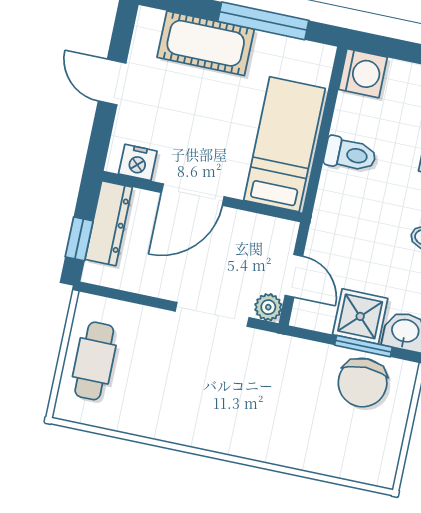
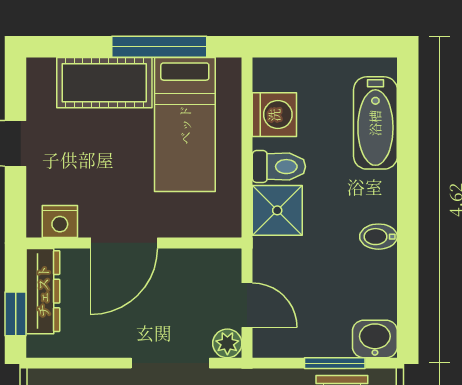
washing machine: (363, 73) -> (274, 115), moved
bed: (284, 144) -> (185, 125), moved, turned 180
shower: (360, 316) -> (277, 210), moved

